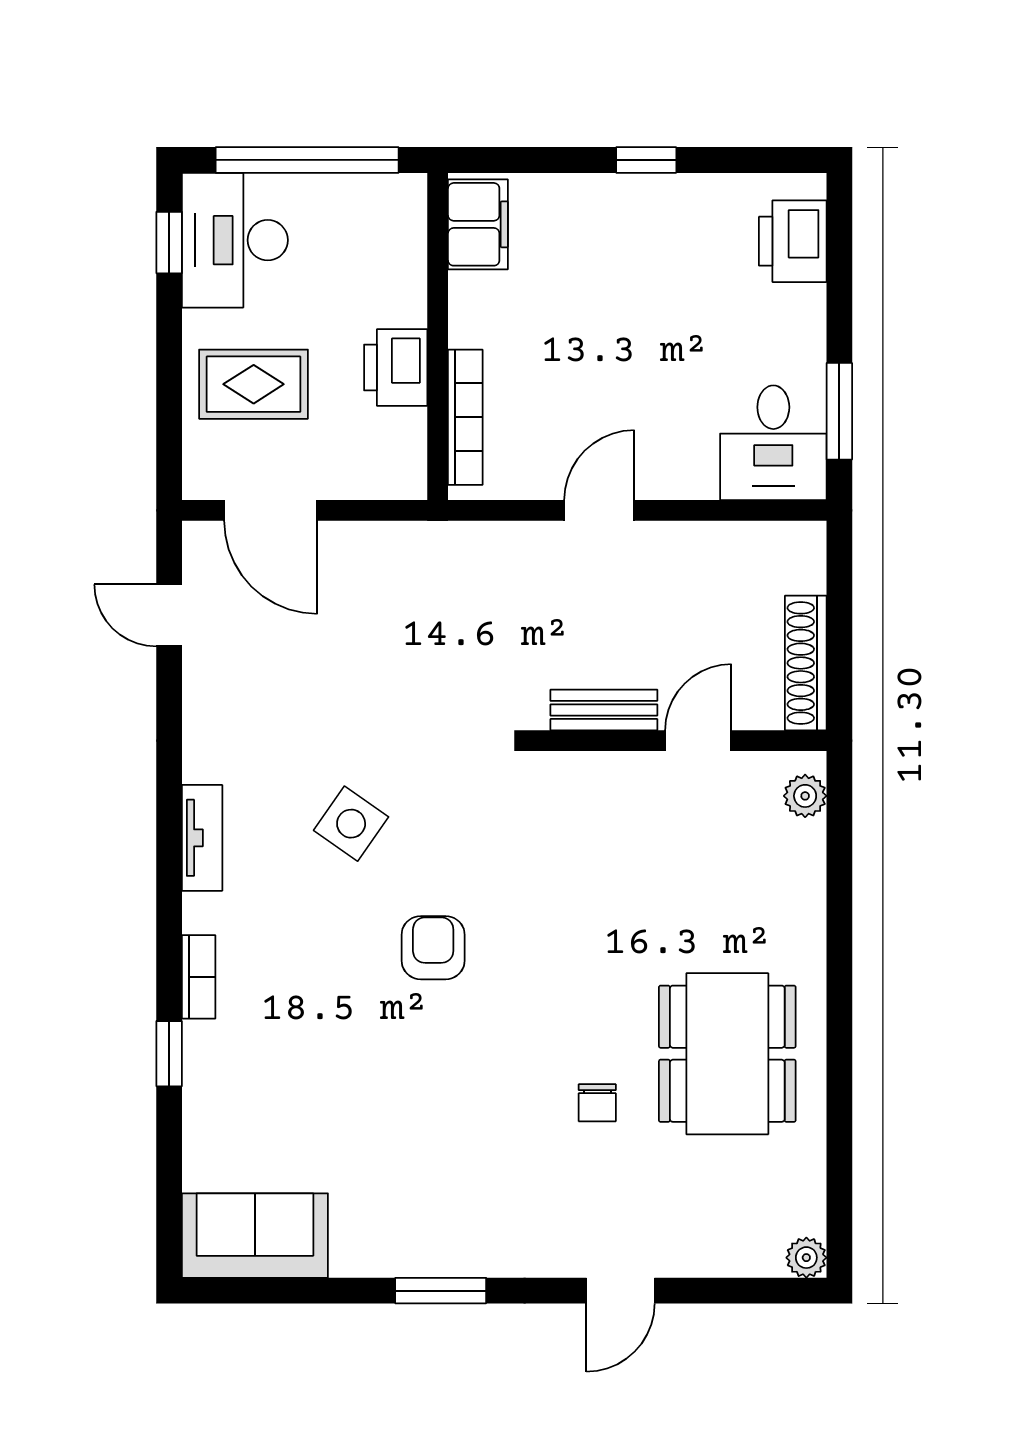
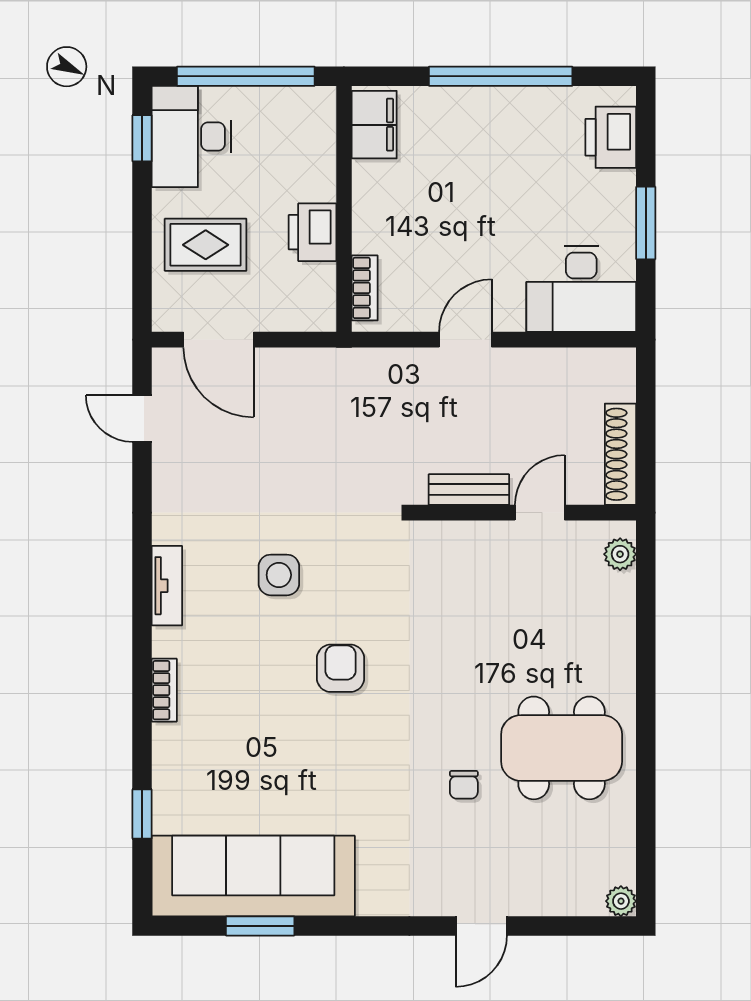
window: (646, 160) -> (501, 76), width x3.17
window: (839, 411) -> (646, 223), moved
bookcase: (465, 417) -> (365, 288), width x0.64
desk: (773, 443) -> (581, 289), width x1.37
side table: (351, 824) -> (279, 575), turned -35
window: (169, 1054) -> (142, 814), moved
dining table: (727, 1054) -> (562, 748), turned 90
sofa: (255, 1236) -> (253, 876), width x1.85, depth x1.27
window: (441, 1291) -> (260, 926), moved

